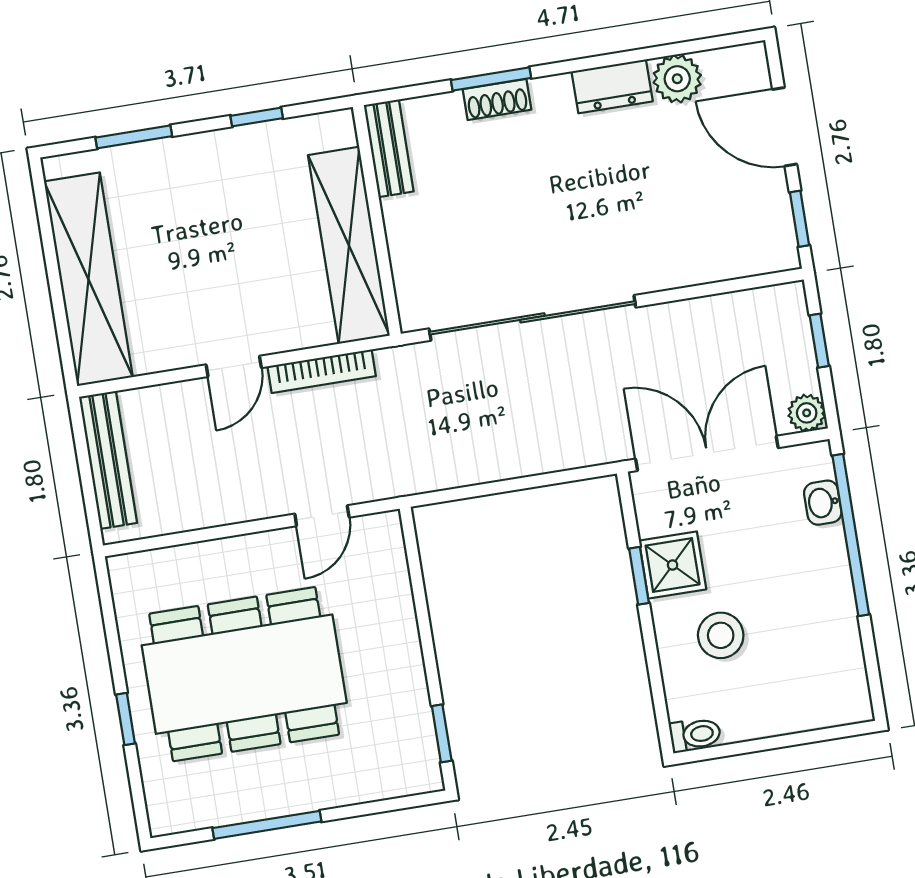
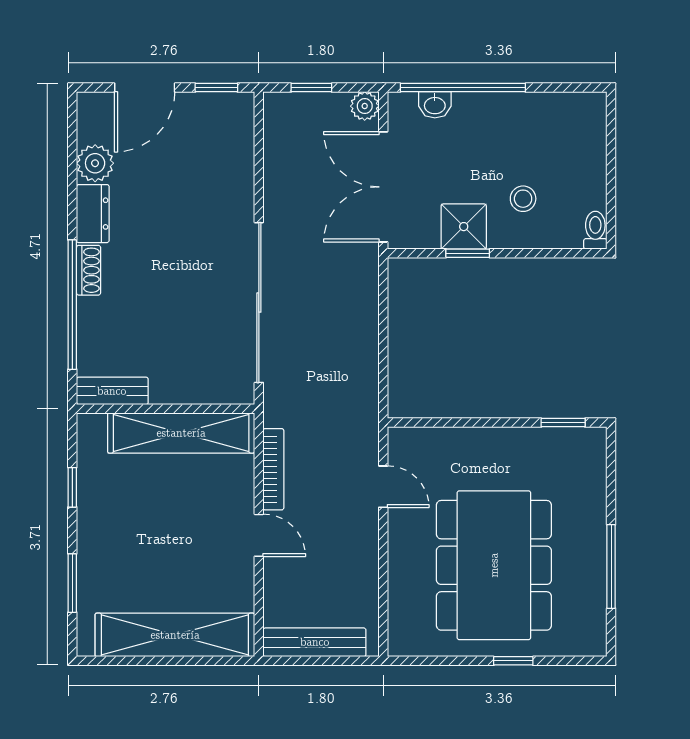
window: (491, 79) -> (72, 305), width x2.11
shoe rack: (497, 99) -> (89, 270), moved
stool: (721, 635) -> (523, 199), width x0.73, depth x0.73

